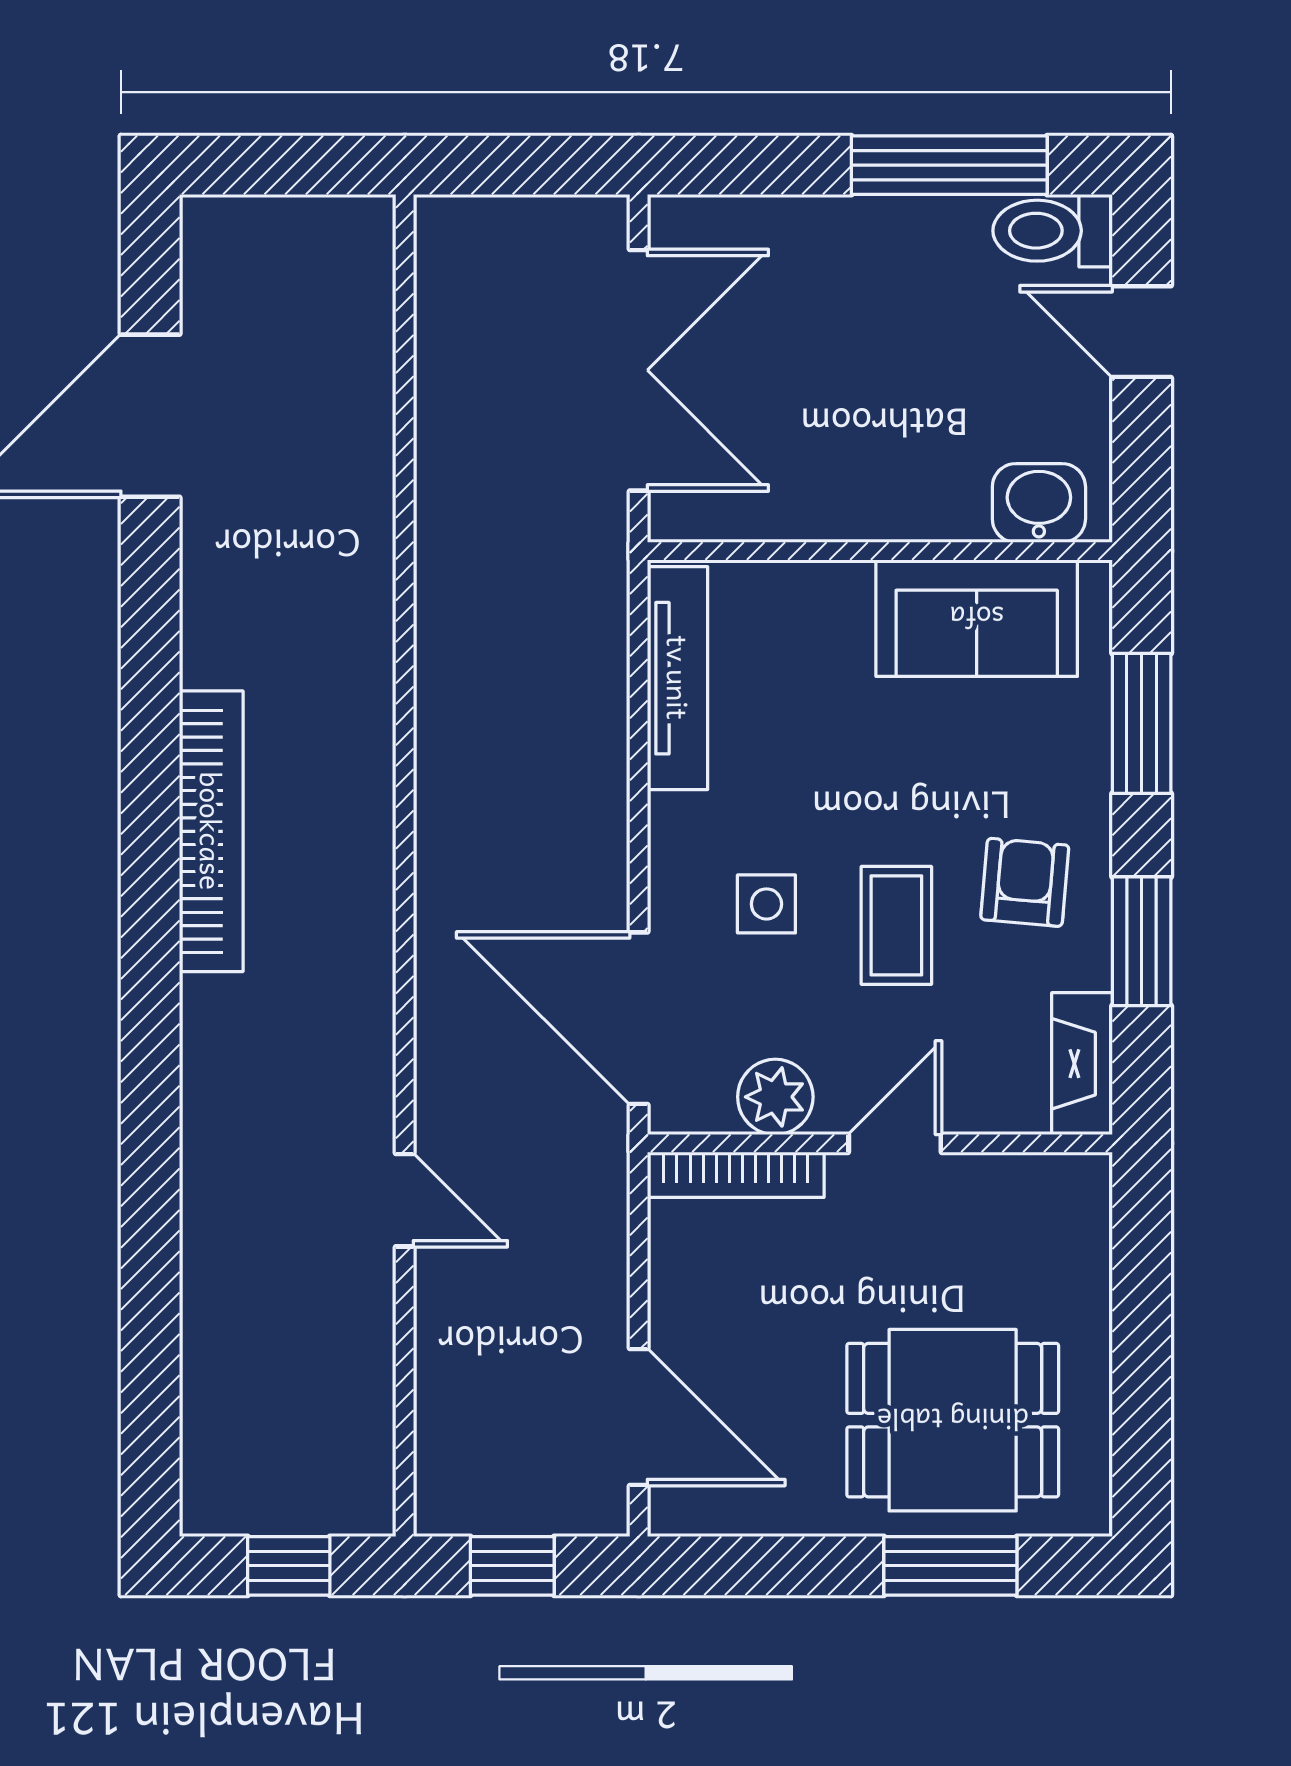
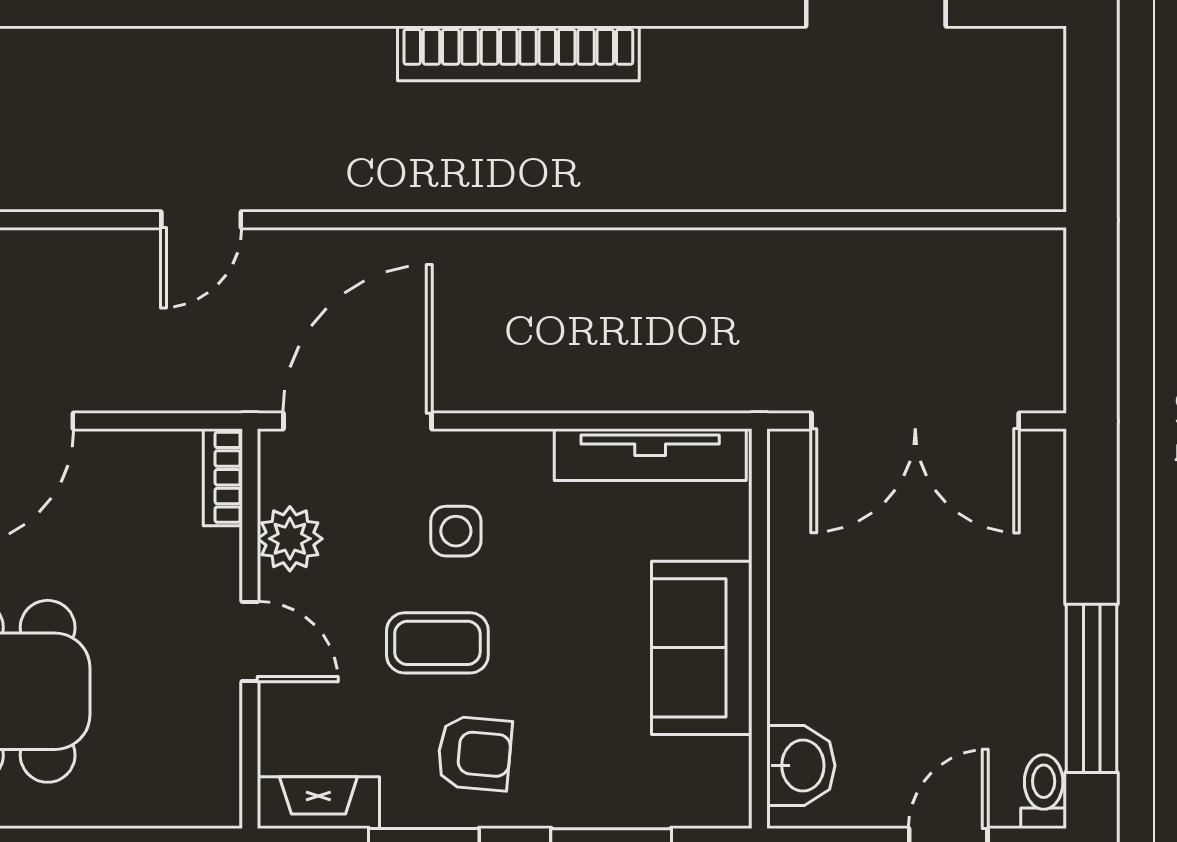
toilet: (1053, 231) -> (1044, 792), width x0.73, depth x0.72
sofa: (977, 618) -> (702, 648), moved
bookcase: (736, 1175) -> (223, 477), width x0.64

